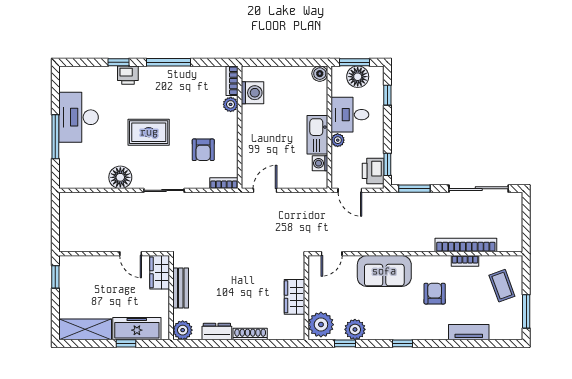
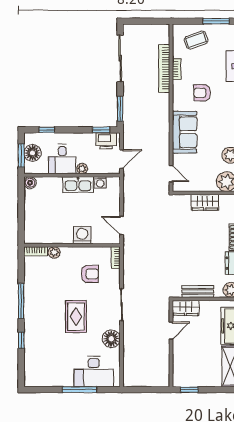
printer: (128, 75) -> (31, 333), removed
washing machine: (253, 93) -> (82, 235), moved
desk: (79, 117) -> (94, 371), moved

